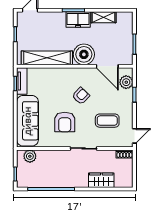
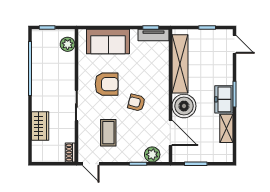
door: (107, 66) -> (170, 133), swing flipped
armchair: (81, 96) -> (136, 103), turned 150
sofa: (27, 121) -> (108, 42), width x0.73
armchair: (65, 122) -> (107, 84), turned 180

